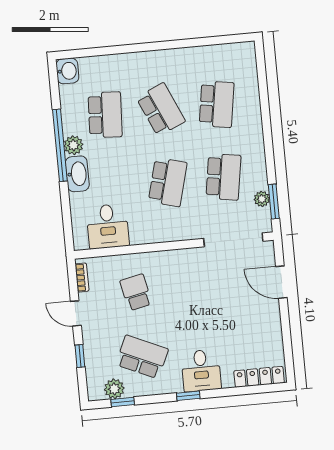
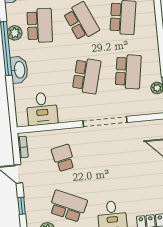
plant: (73, 145) -> (15, 33), moved
doorway: (233, 240) -> (105, 122), moved

